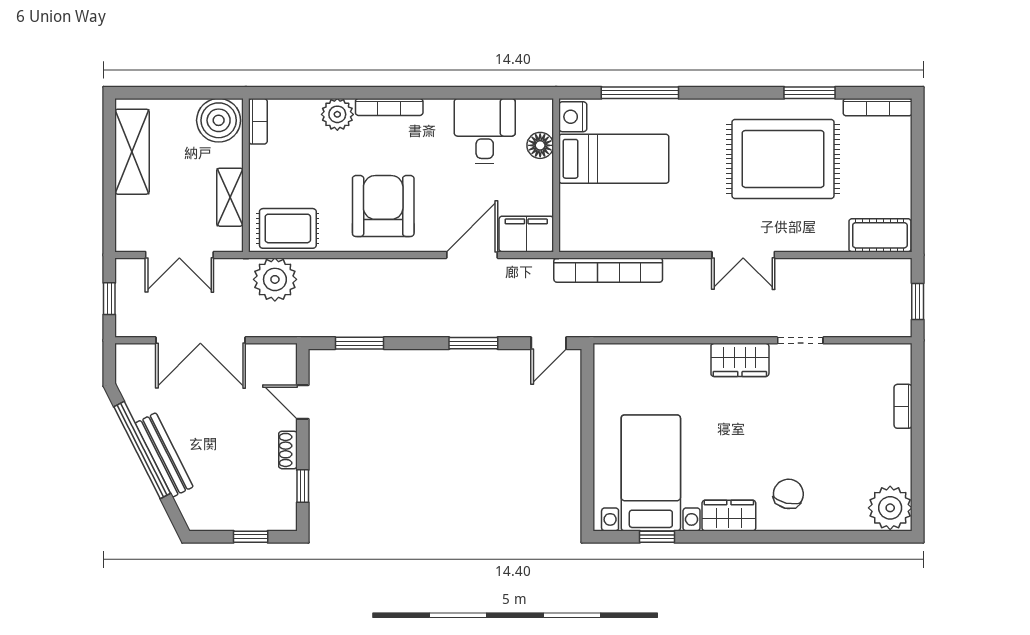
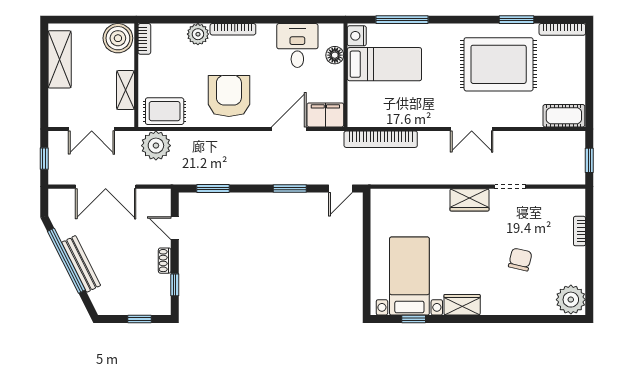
chair: (788, 494) -> (520, 259), moved

